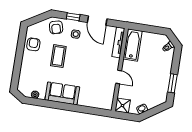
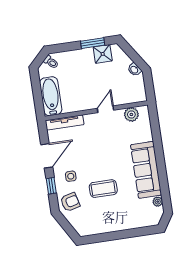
armchair: (33, 44) -> (99, 223), removed
bathtub: (133, 45) -> (51, 96), moved, turned 90
sofa: (62, 93) -> (146, 170), width x1.36
plant: (108, 96) -> (131, 114), added
shower: (123, 106) -> (103, 54), moved

